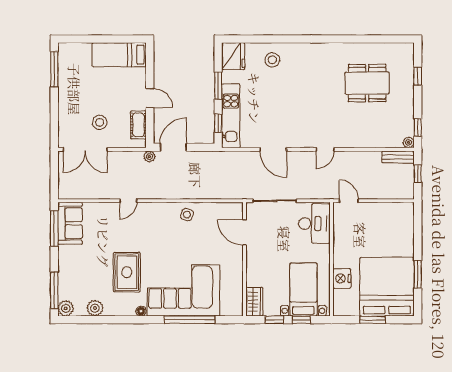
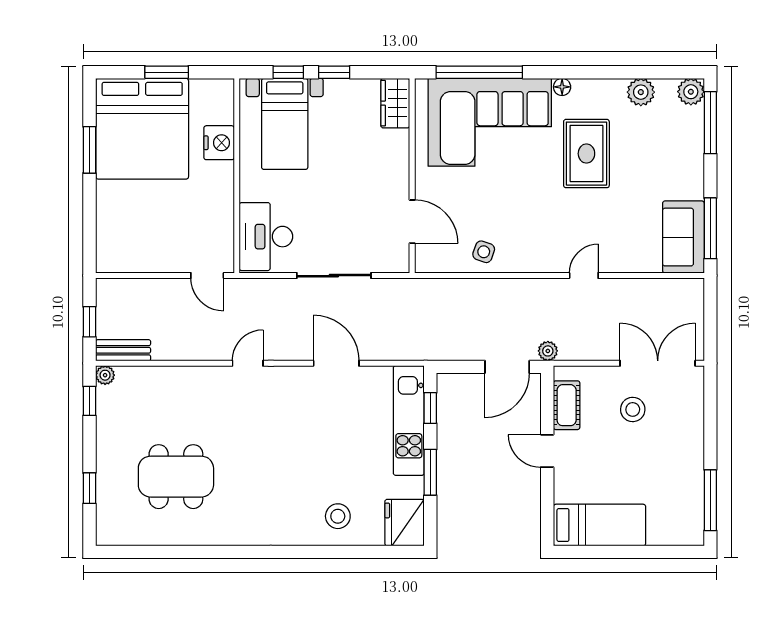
door: (245, 232) -> (412, 222), moved
wall: (245, 259) -> (412, 176), moved
wardrobe: (254, 302) -> (395, 103), moved

